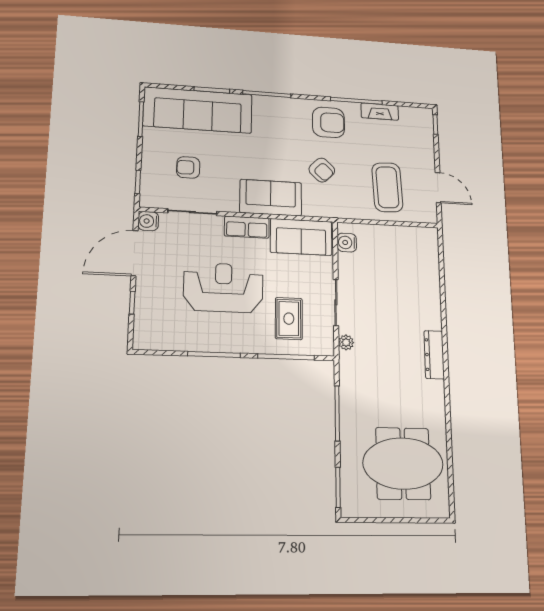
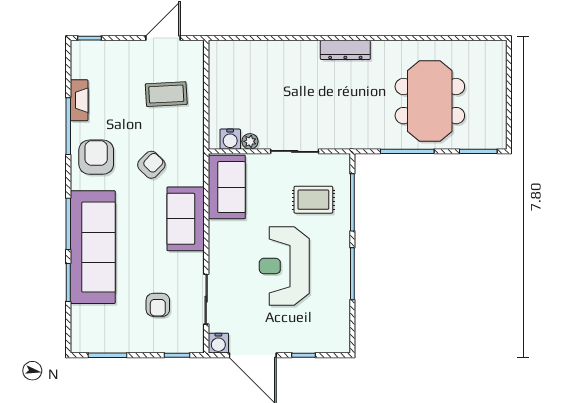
sofa: (198, 110) -> (93, 247), moved
coffee table: (387, 187) -> (166, 94), width x0.73, depth x0.76
row of seats: (247, 227) -> (219, 243), removed
plant: (346, 342) -> (250, 141), moved
meeting table: (403, 463) -> (430, 101), moved

